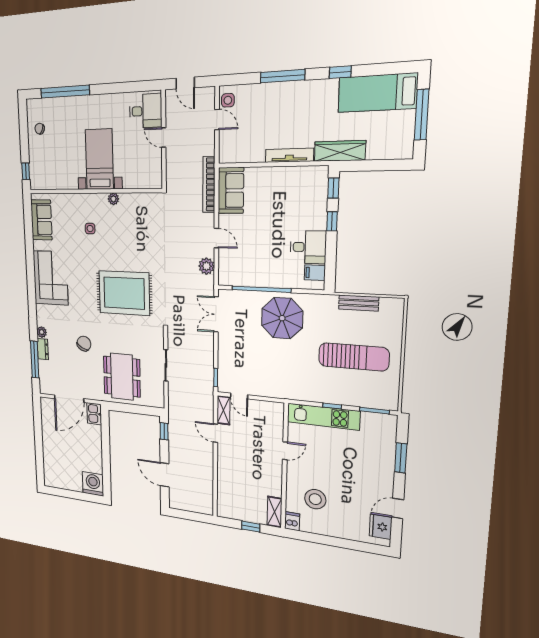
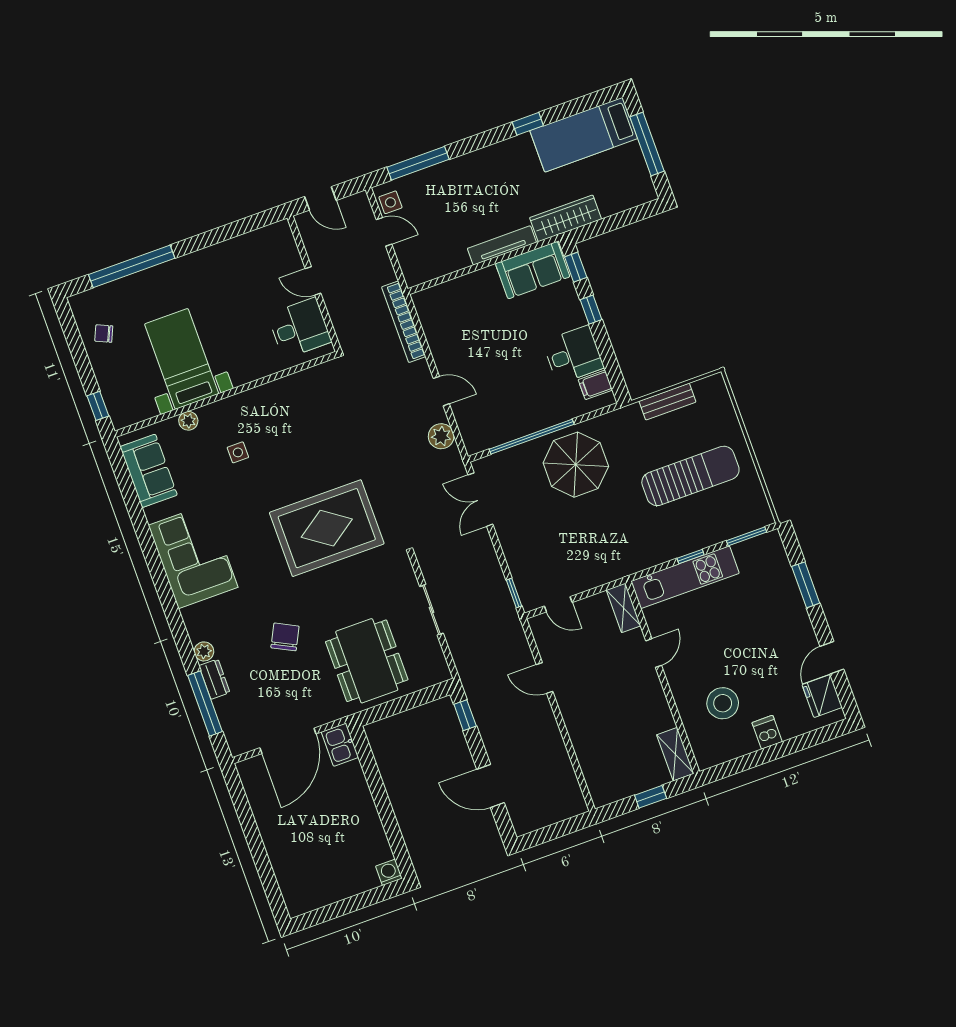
window: (283, 76) -> (418, 163), moved
desk: (146, 111) -> (299, 328), moved
bed with nightstands: (99, 159) -> (182, 359), moved
sofa: (231, 191) -> (533, 270), moved, turned 90
plant: (113, 199) -> (188, 421), moved
shelving: (223, 410) -> (624, 608), moved
washing machine: (93, 484) -> (389, 872), width x0.53, depth x0.53
dishwasher: (292, 521) -> (767, 732), moved

